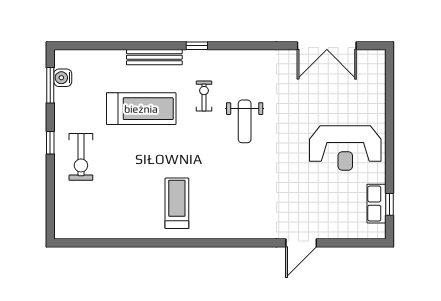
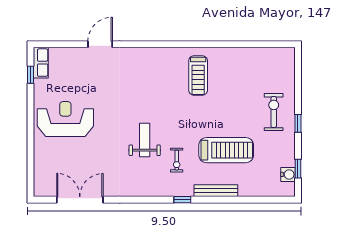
window: (50, 85) -> (298, 169), width x0.67
treadmill: (141, 109) -> (226, 150), turned 180
row of seats: (376, 204) -> (41, 63), moved

